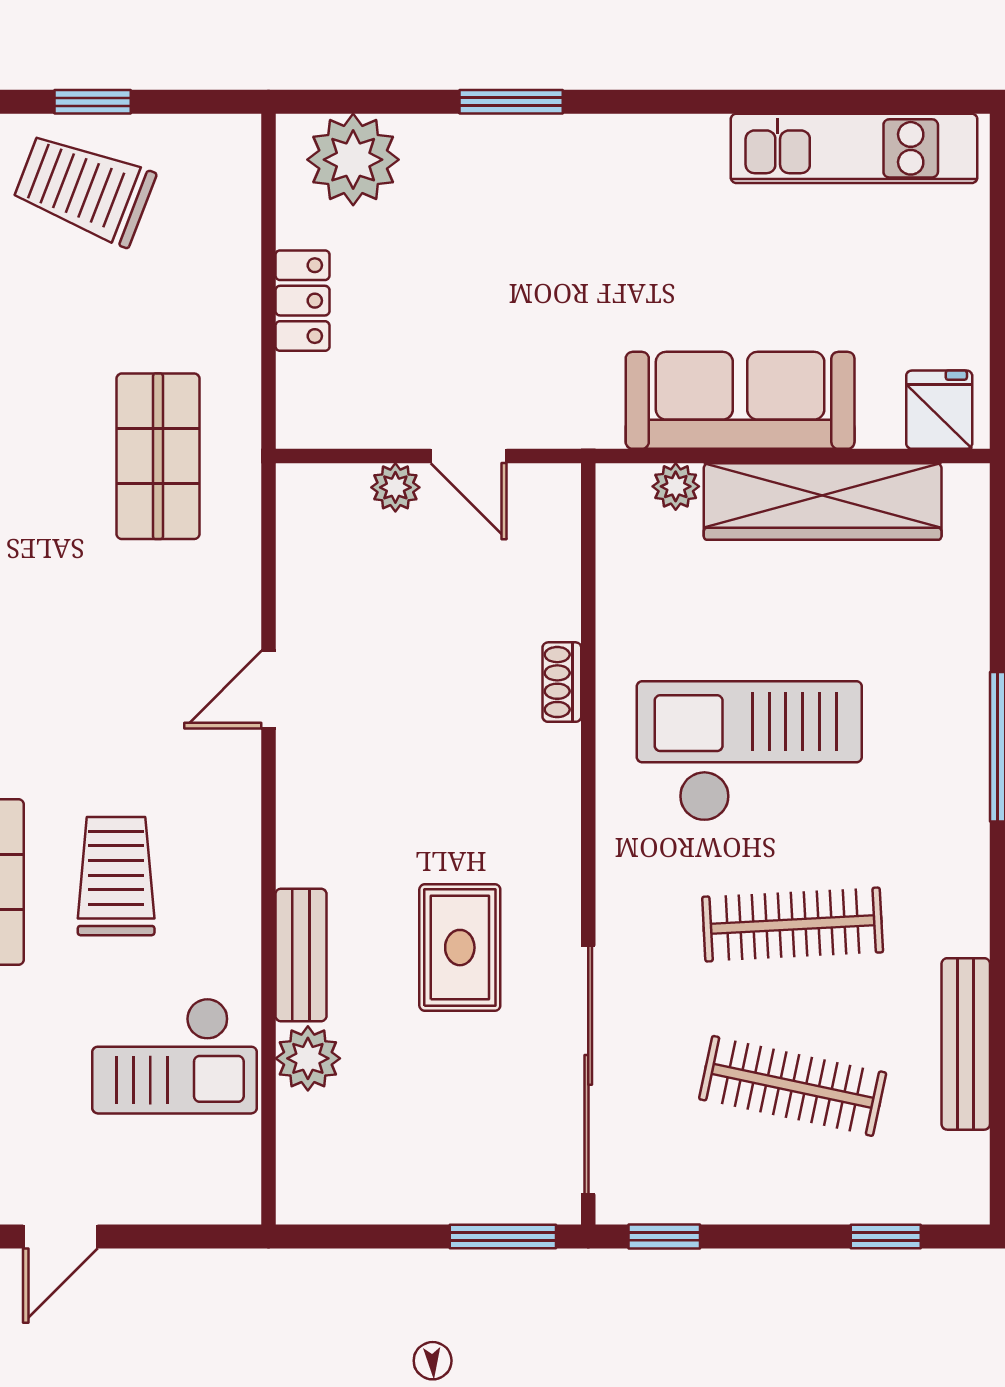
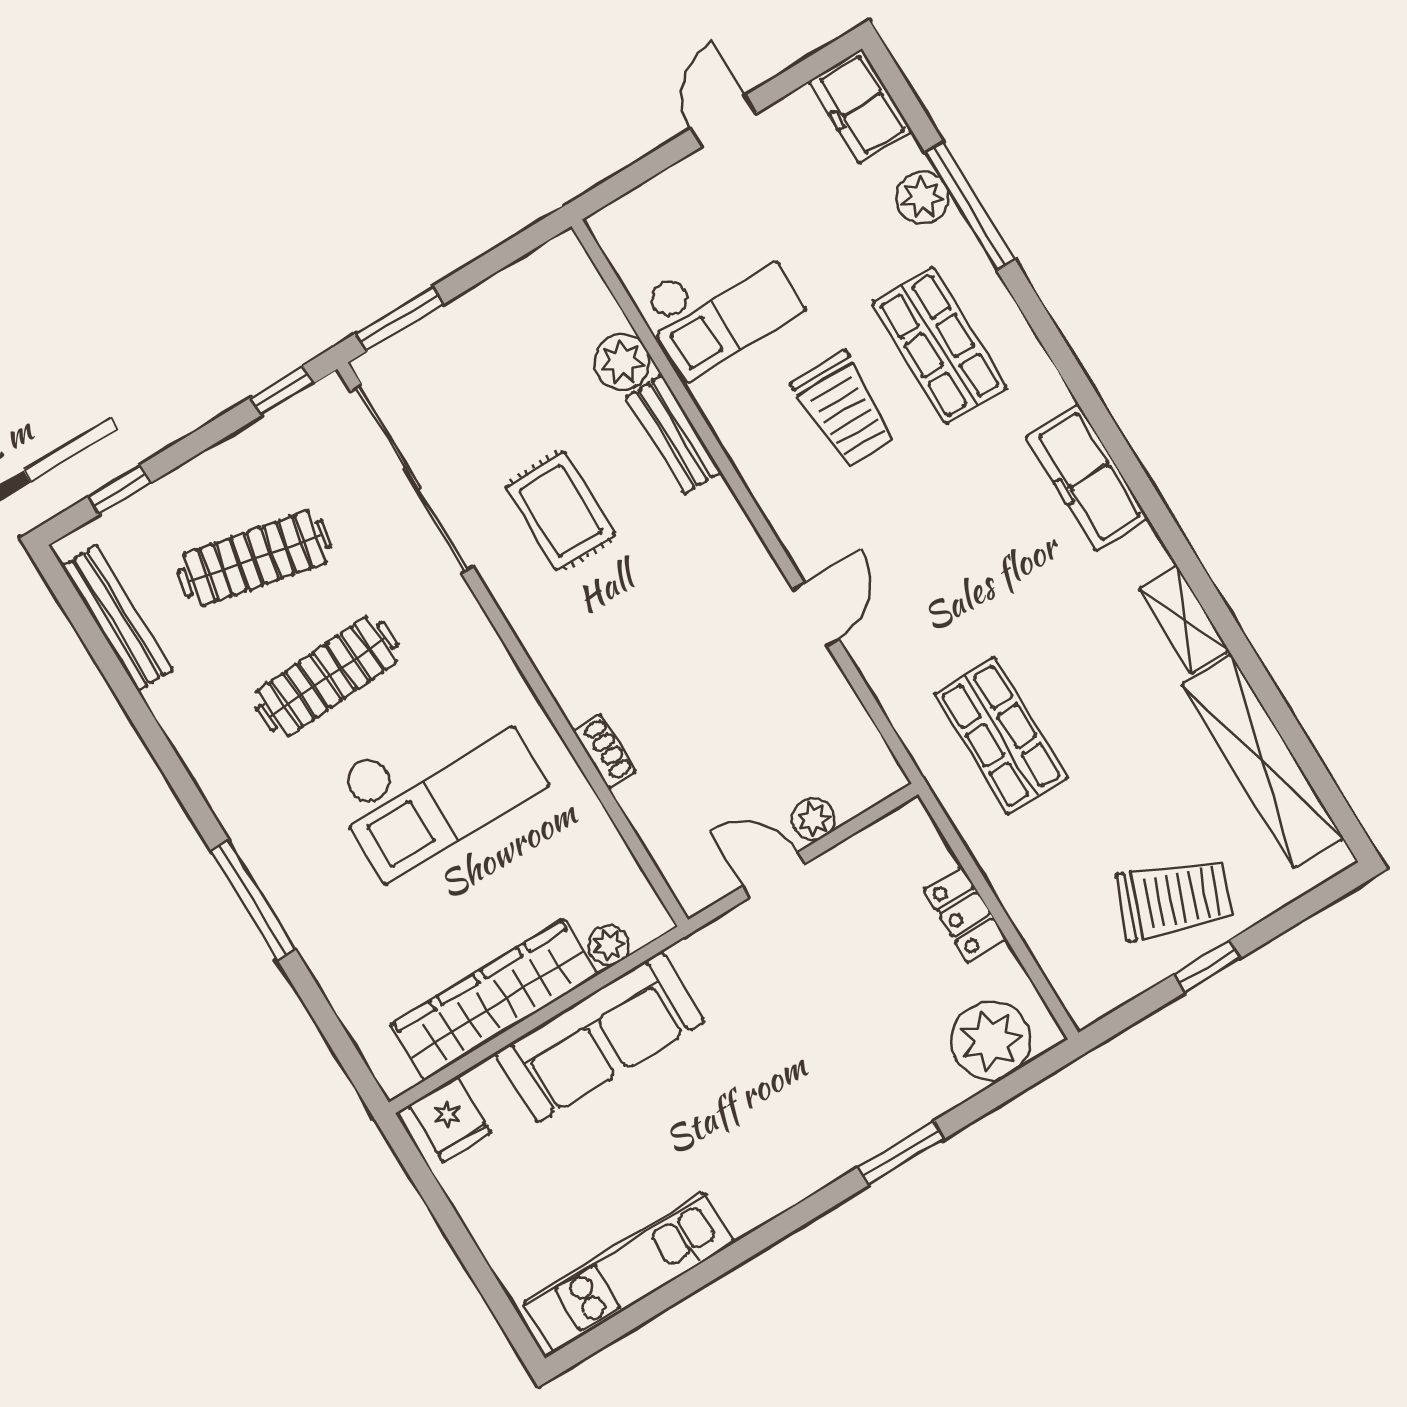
bench: (966, 1044) -> (117, 618), moved
checkout: (175, 1056) -> (721, 304), turned 180

